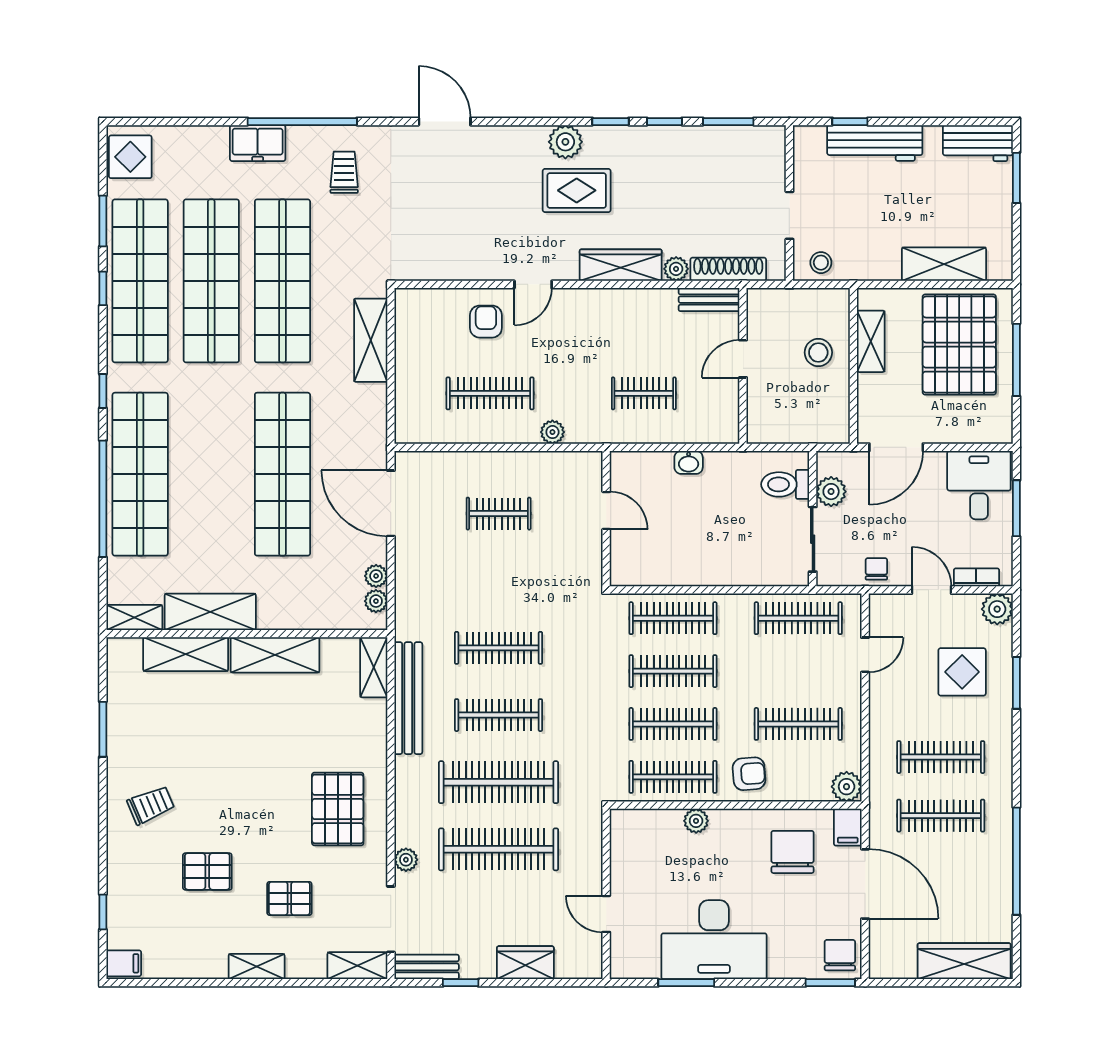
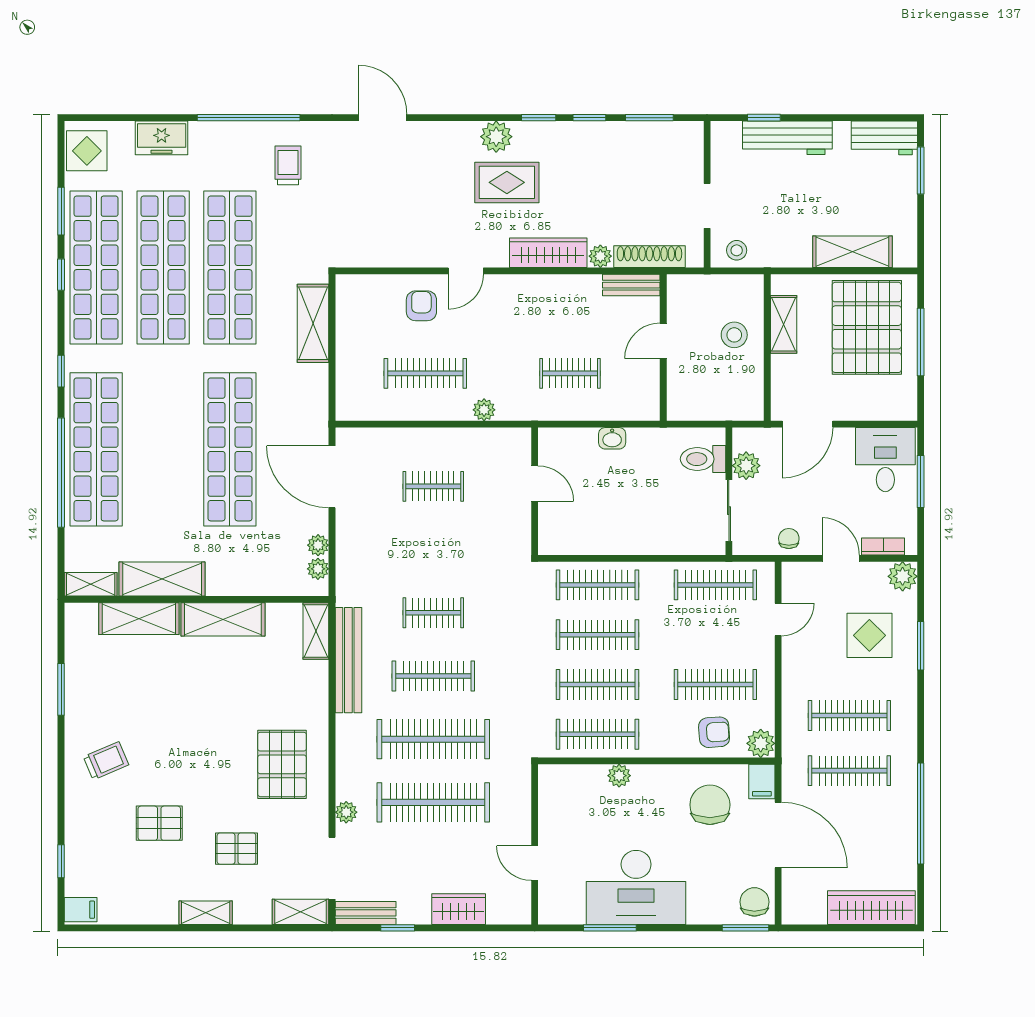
freezer: (258, 143) -> (162, 138), moved
clothes rail: (499, 648) -> (433, 613), width x0.73
armchair: (749, 774) -> (714, 732), moved

